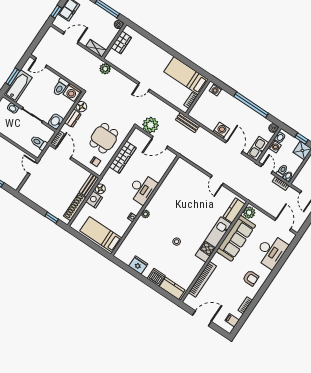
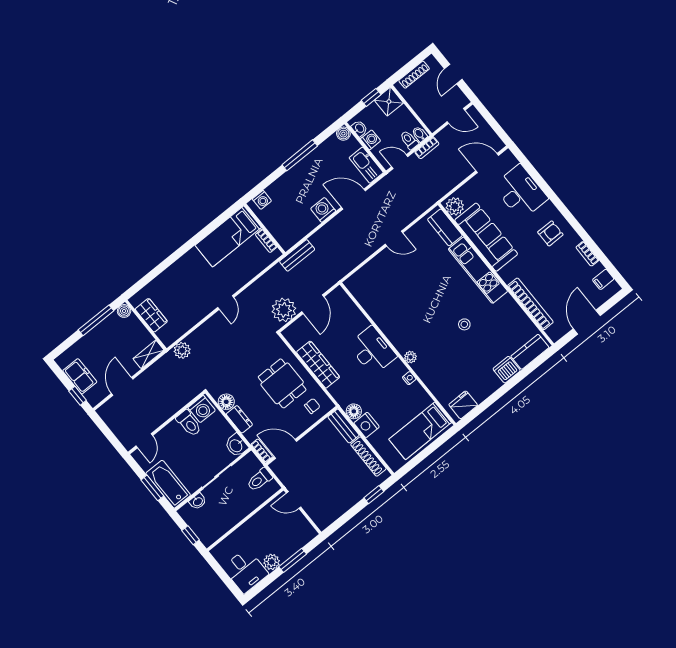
window: (251, 105) -> (300, 155), width x0.68
fridge: (138, 265) -> (463, 405), moved

